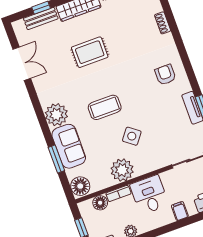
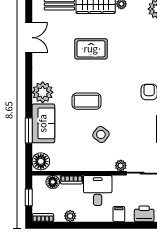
plant: (122, 170) -> (121, 166), moved, width x0.53, depth x0.53

